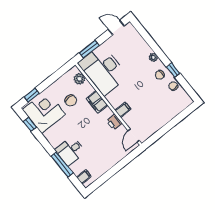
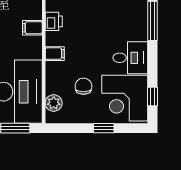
window: (32, 95) -> (104, 128), moved
filing cabinet: (97, 102) -> (55, 54), width x0.50
desk: (70, 151) -> (130, 58), moved

